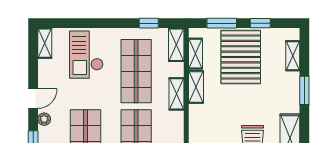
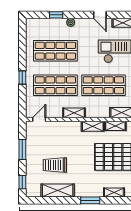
shelving: (176, 94) -> (74, 113), moved
door: (33, 99) -> (100, 15), moved

